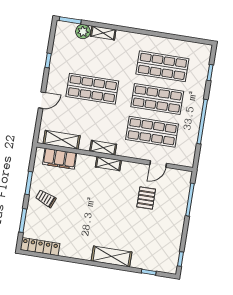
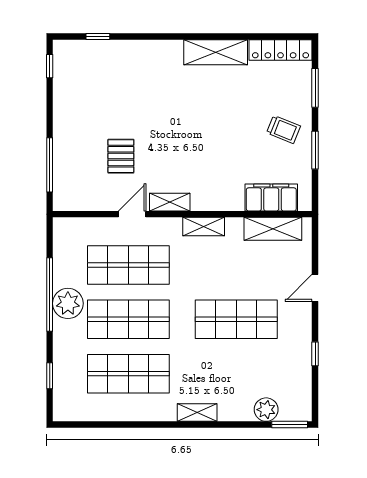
shelving: (103, 33) -> (197, 413), moved
plant: (192, 114) -> (68, 303), added
shelving: (108, 164) -> (170, 202), moved
door: (158, 164) -> (132, 214), moved
shelving: (112, 257) -> (216, 52), moved

